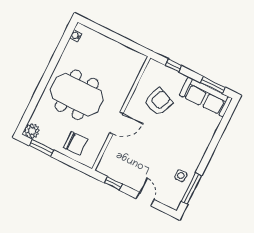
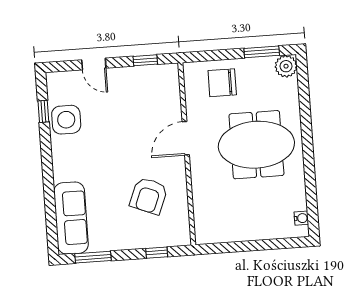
sofa: (206, 97) -> (71, 218), moved, turned 90
side table: (181, 176) -> (66, 120), width x1.87, depth x1.87
window: (192, 189) -> (43, 111), width x0.46

